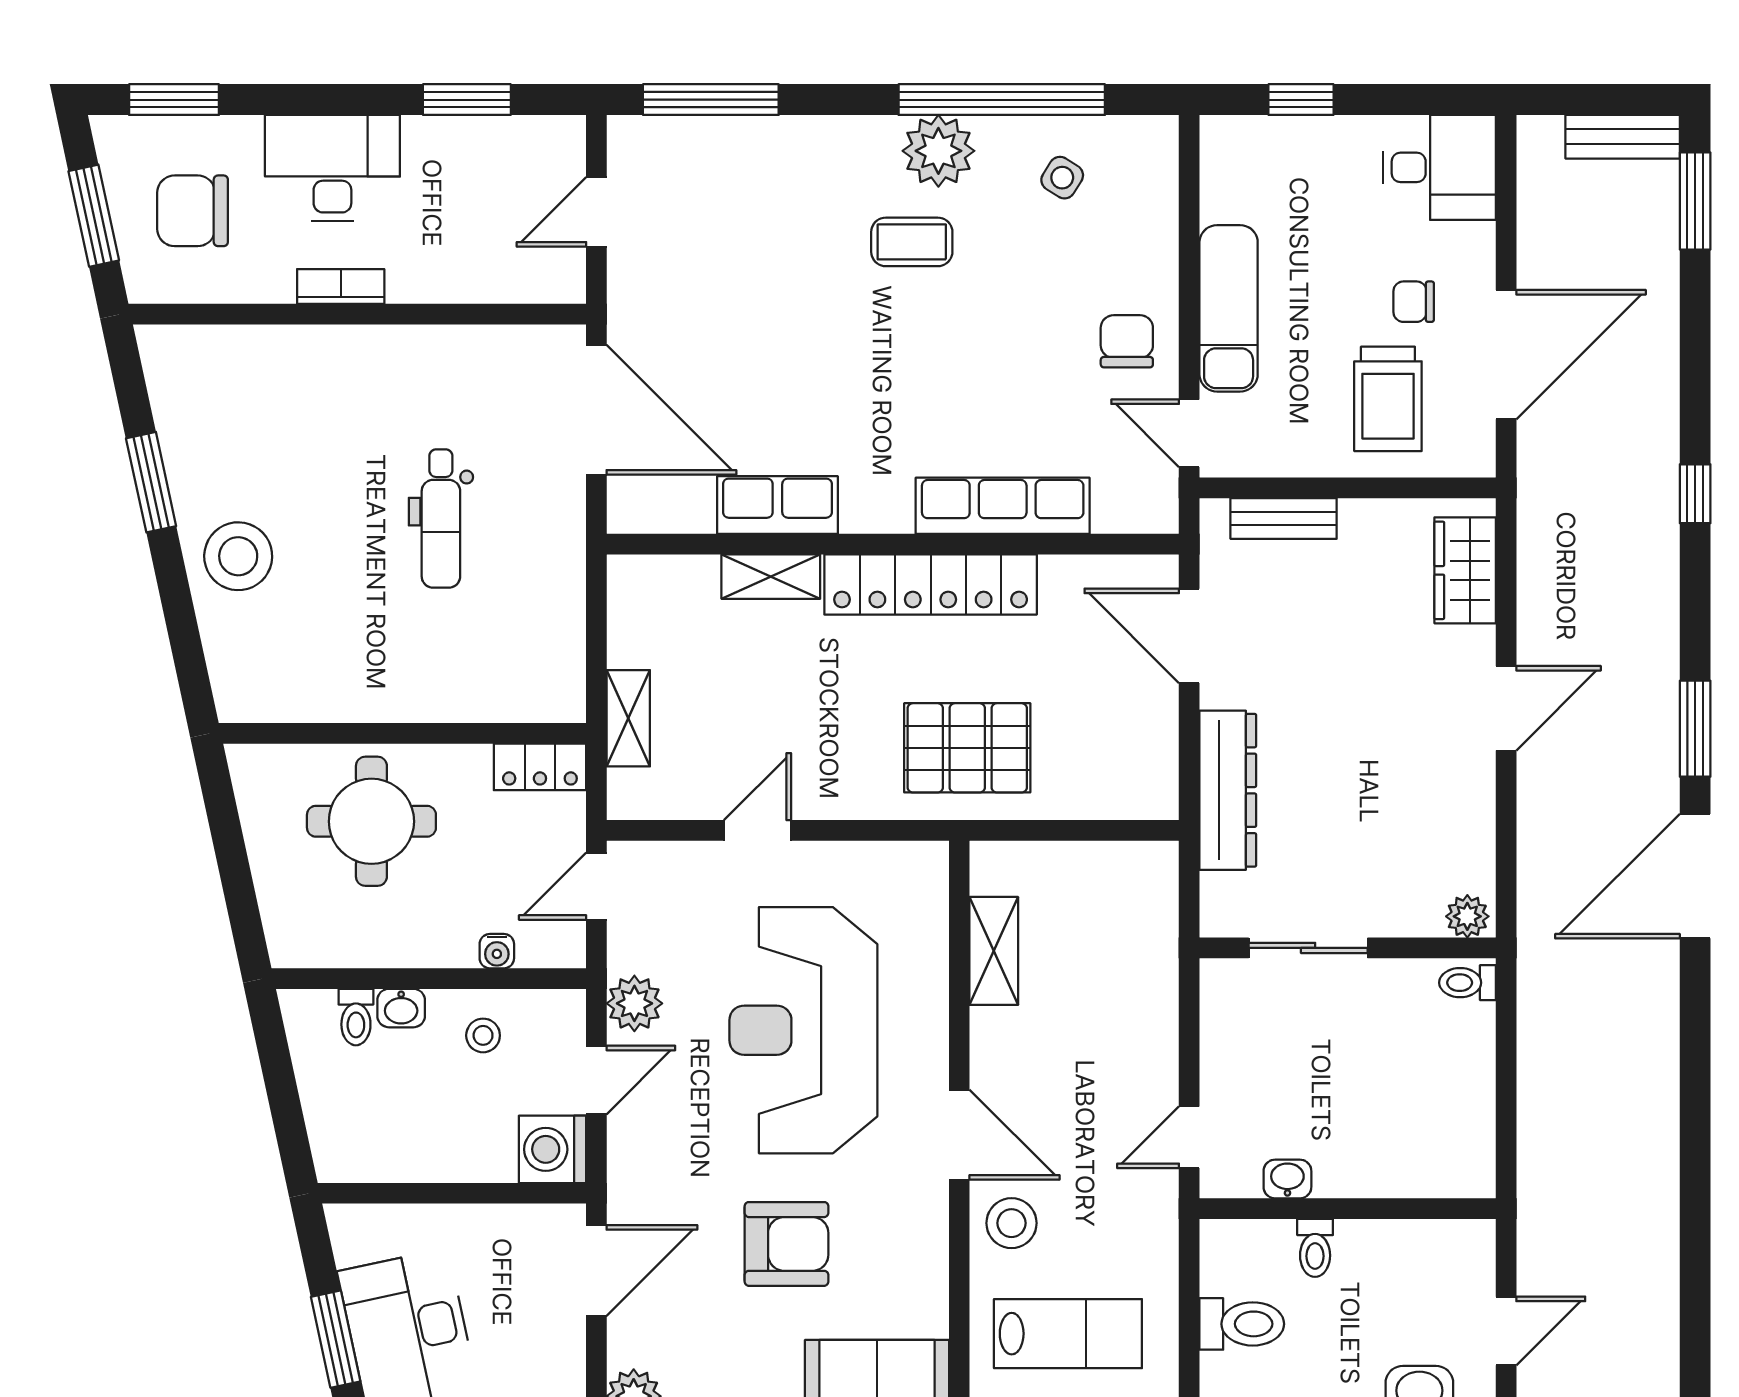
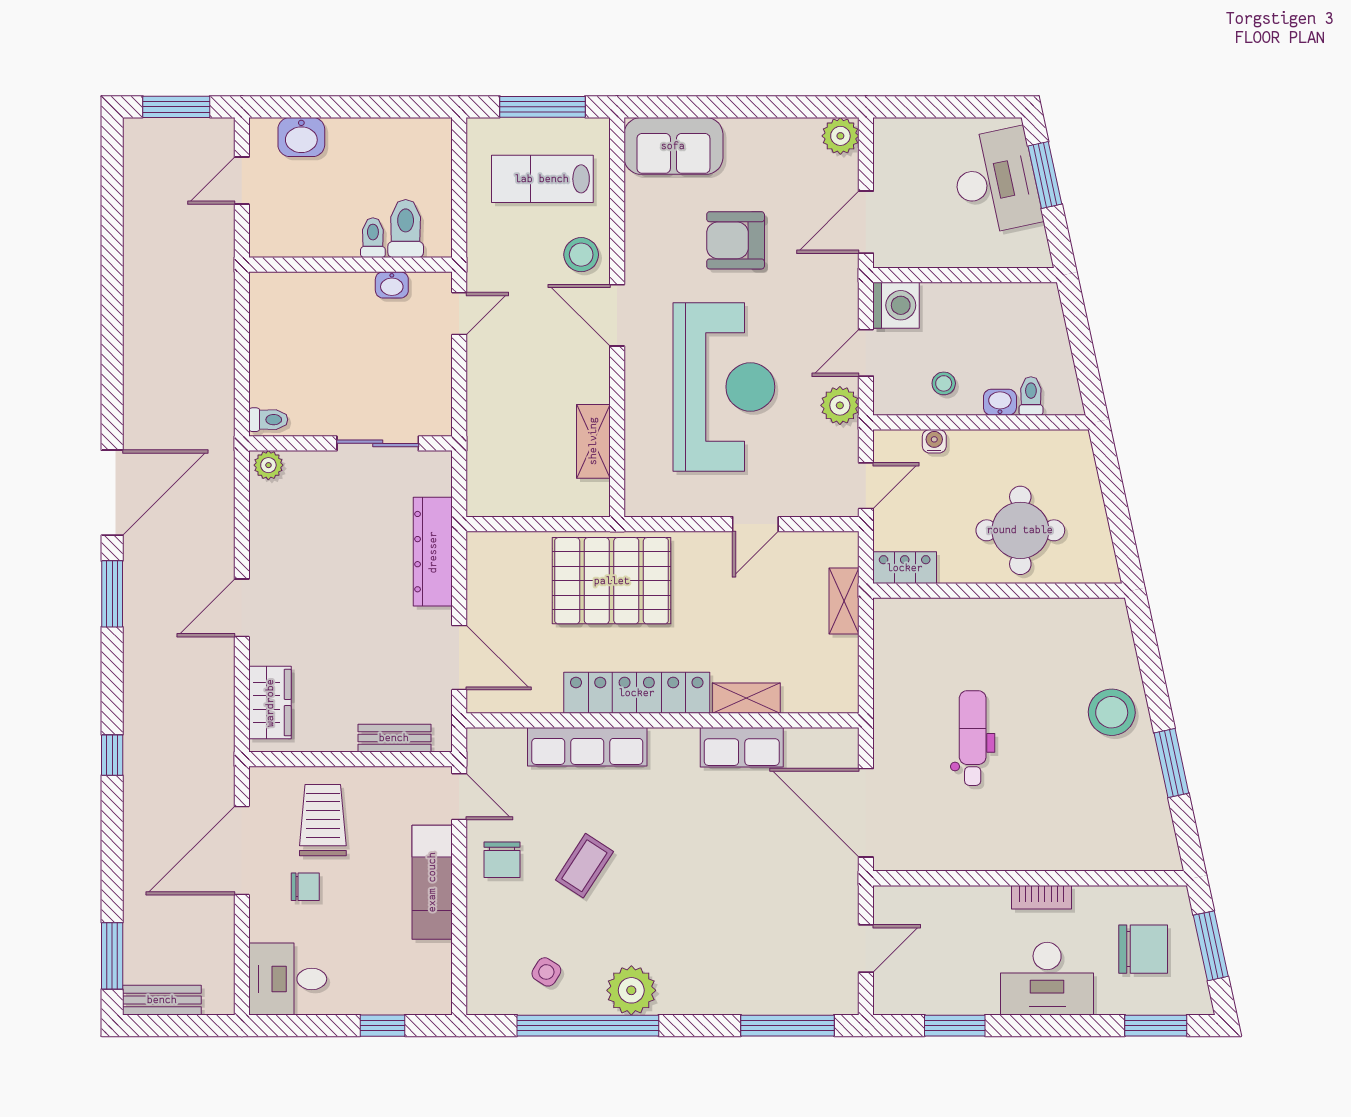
coffee table: (912, 242) -> (584, 866), moved, turned -57
pallet: (967, 748) -> (612, 581), width x1.37, depth x1.41
toilet: (1242, 1324) -> (406, 229), moved, turned 90

